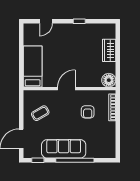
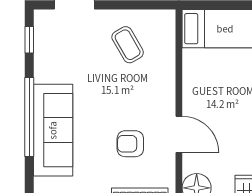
door: (66, 89) -> (179, 134), moved
sofa: (64, 149) -> (53, 130), moved

